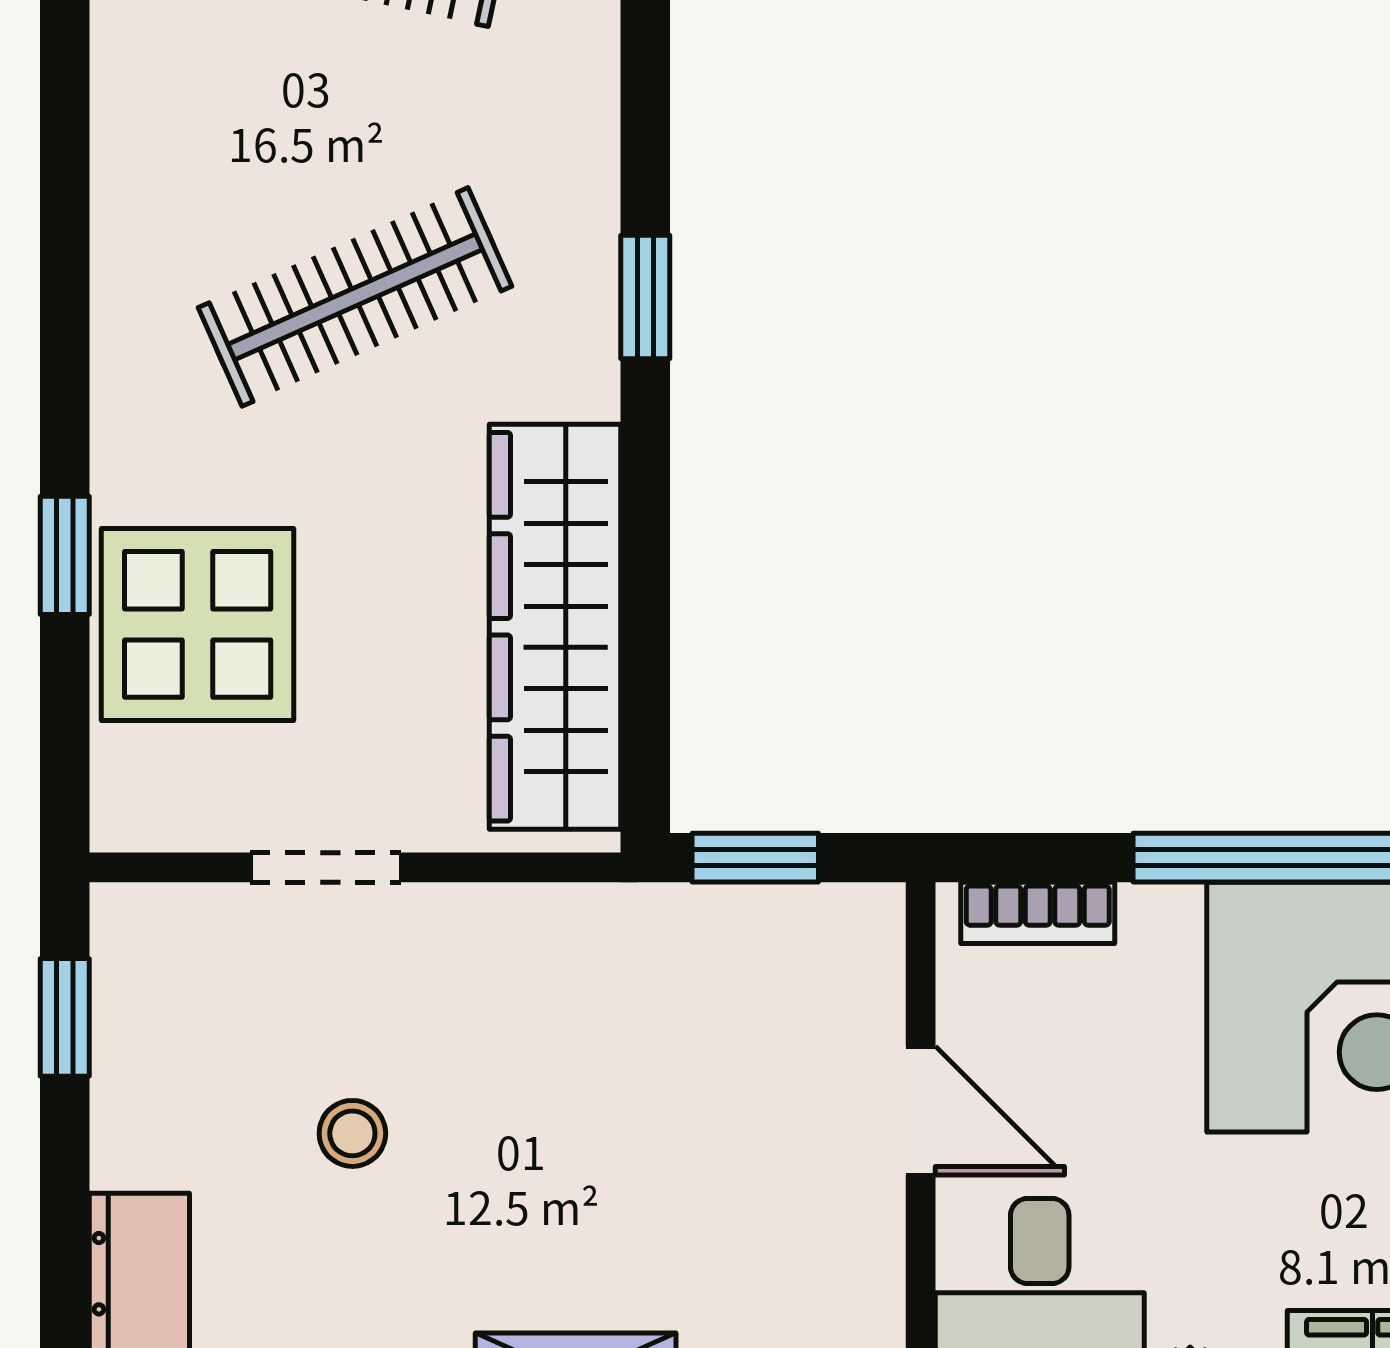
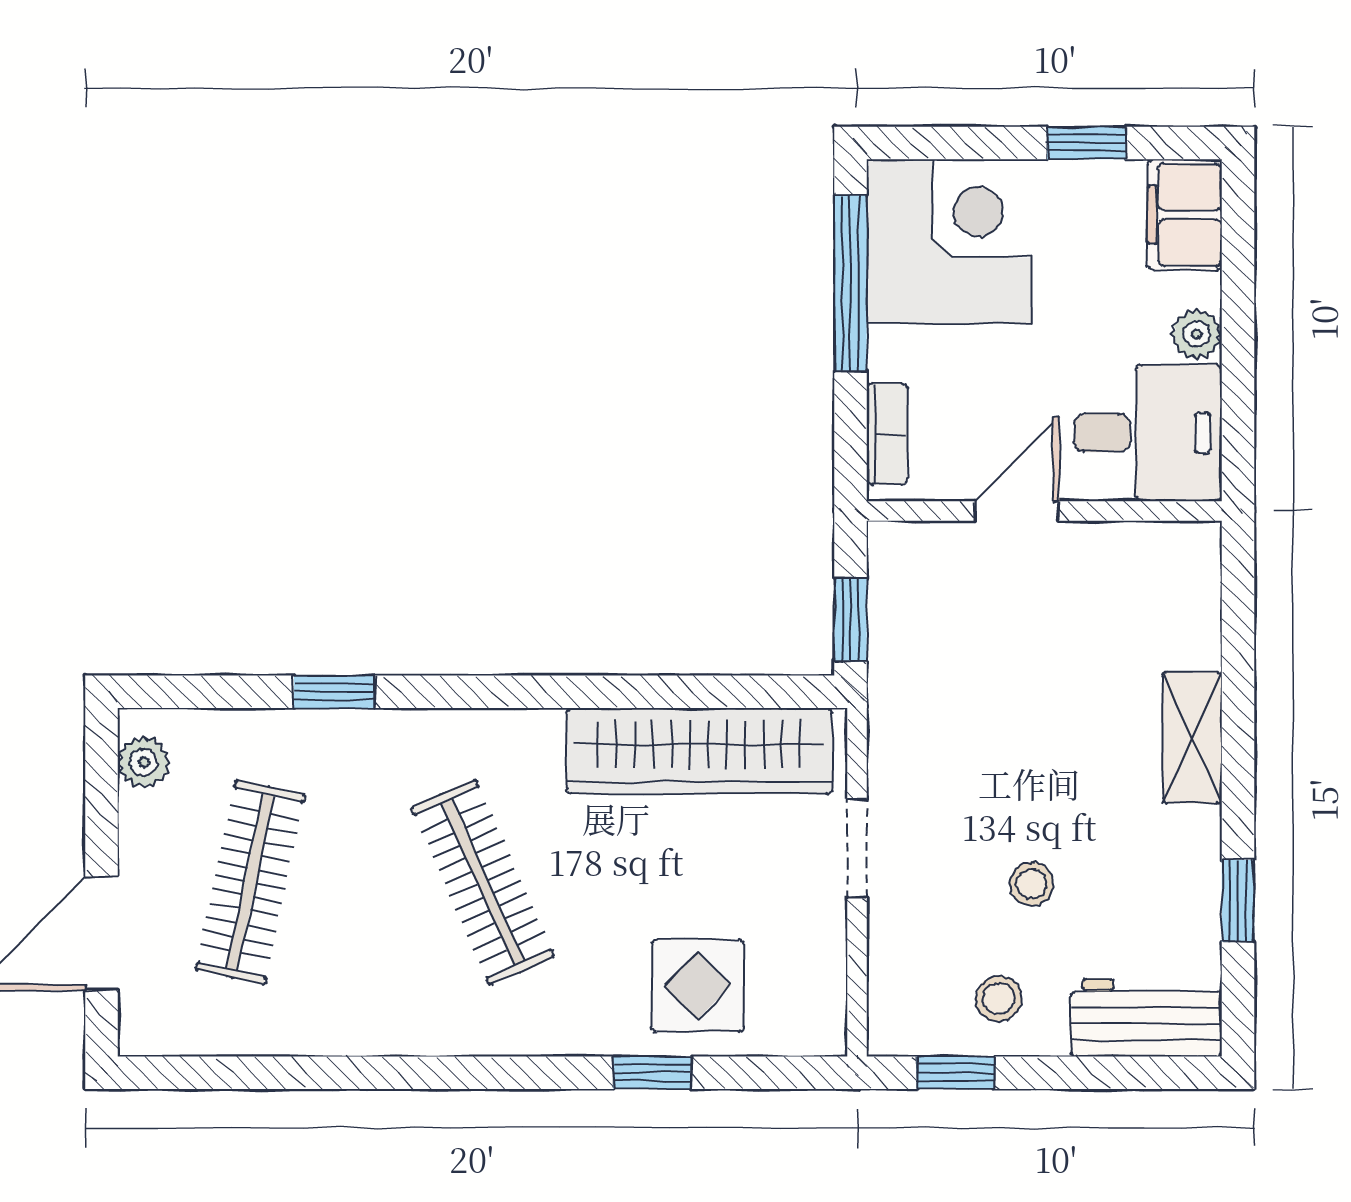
window: (645, 297) -> (334, 692), moved
display table: (198, 624) -> (698, 986), width x0.73, depth x0.73
doorway: (326, 867) -> (857, 848), moved
stool: (178, 1083) -> (999, 998), added

